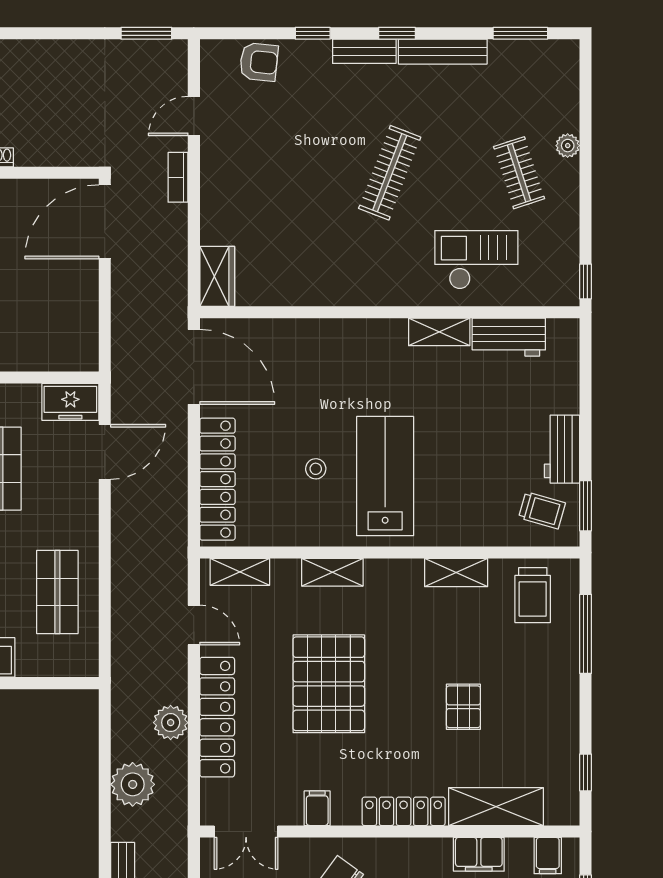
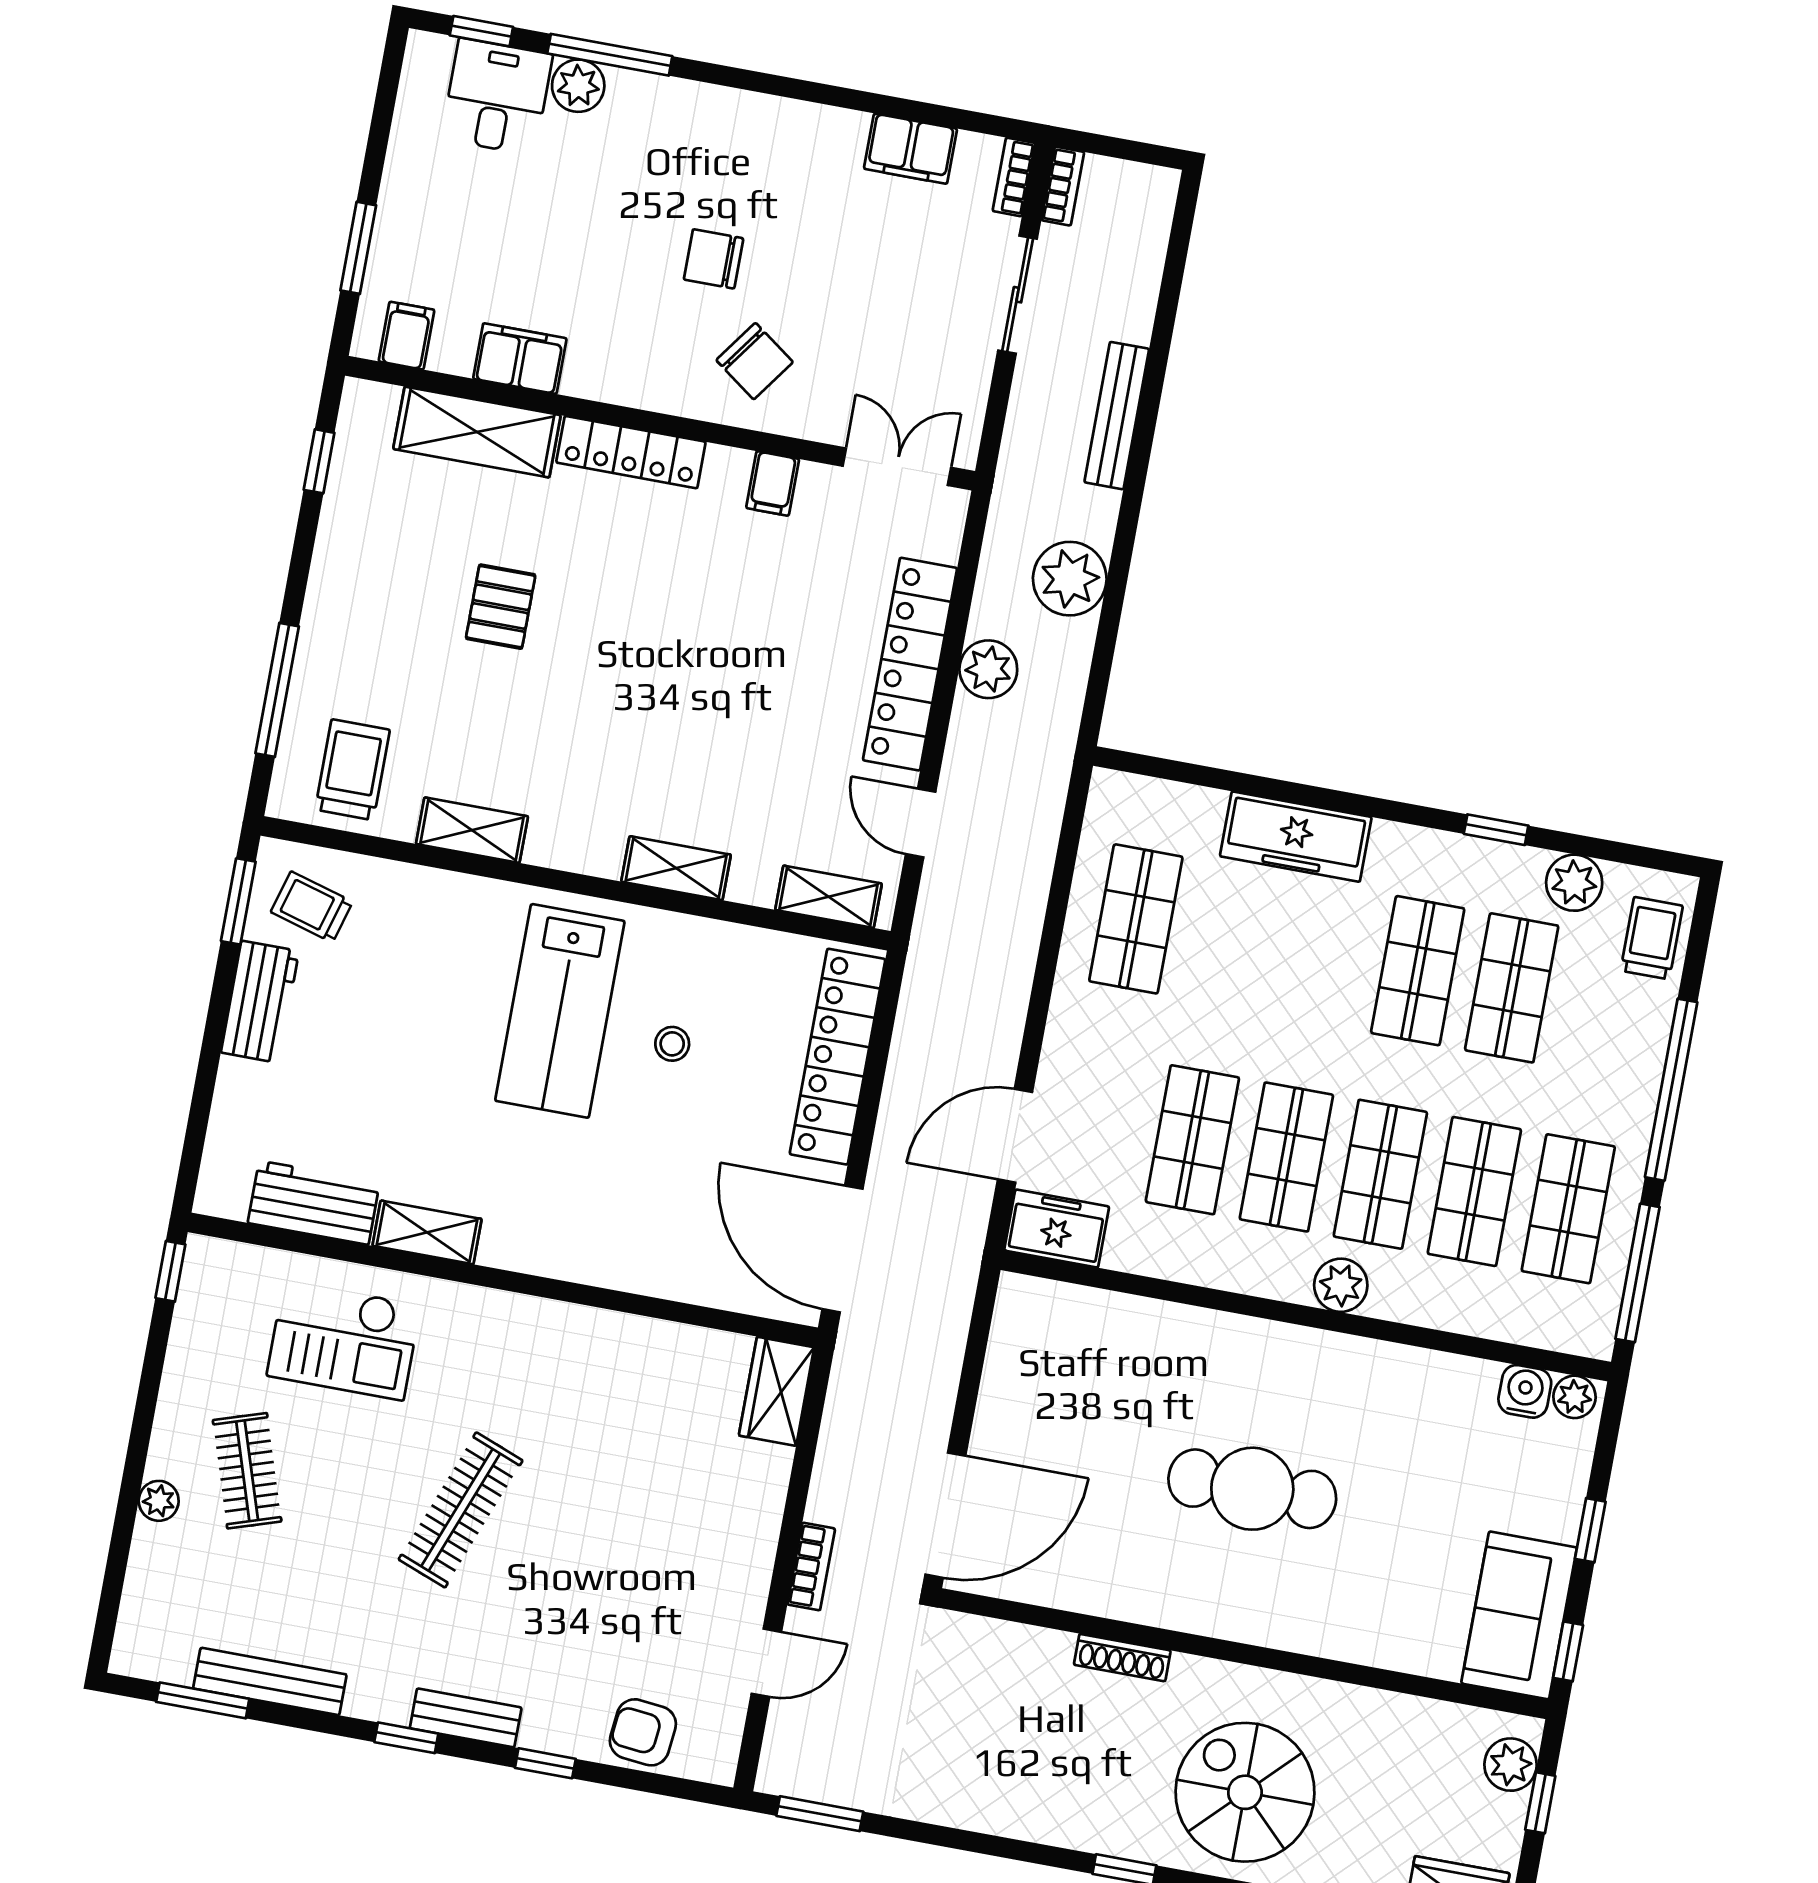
bench: (443, 52) -> (270, 1681), moved
pallet: (329, 684) -> (716, 685), removed

